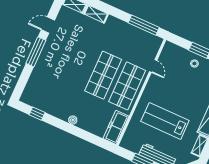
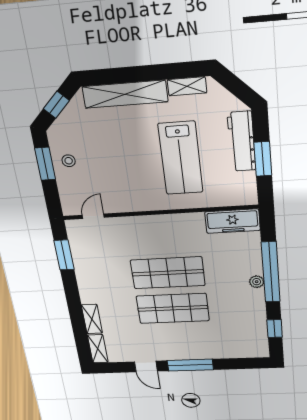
window: (144, 25) -> (64, 255), width x0.69
door: (153, 66) -> (93, 216), moved
shop shelf: (127, 86) -> (173, 308), moved
window: (75, 131) -> (271, 272), added

